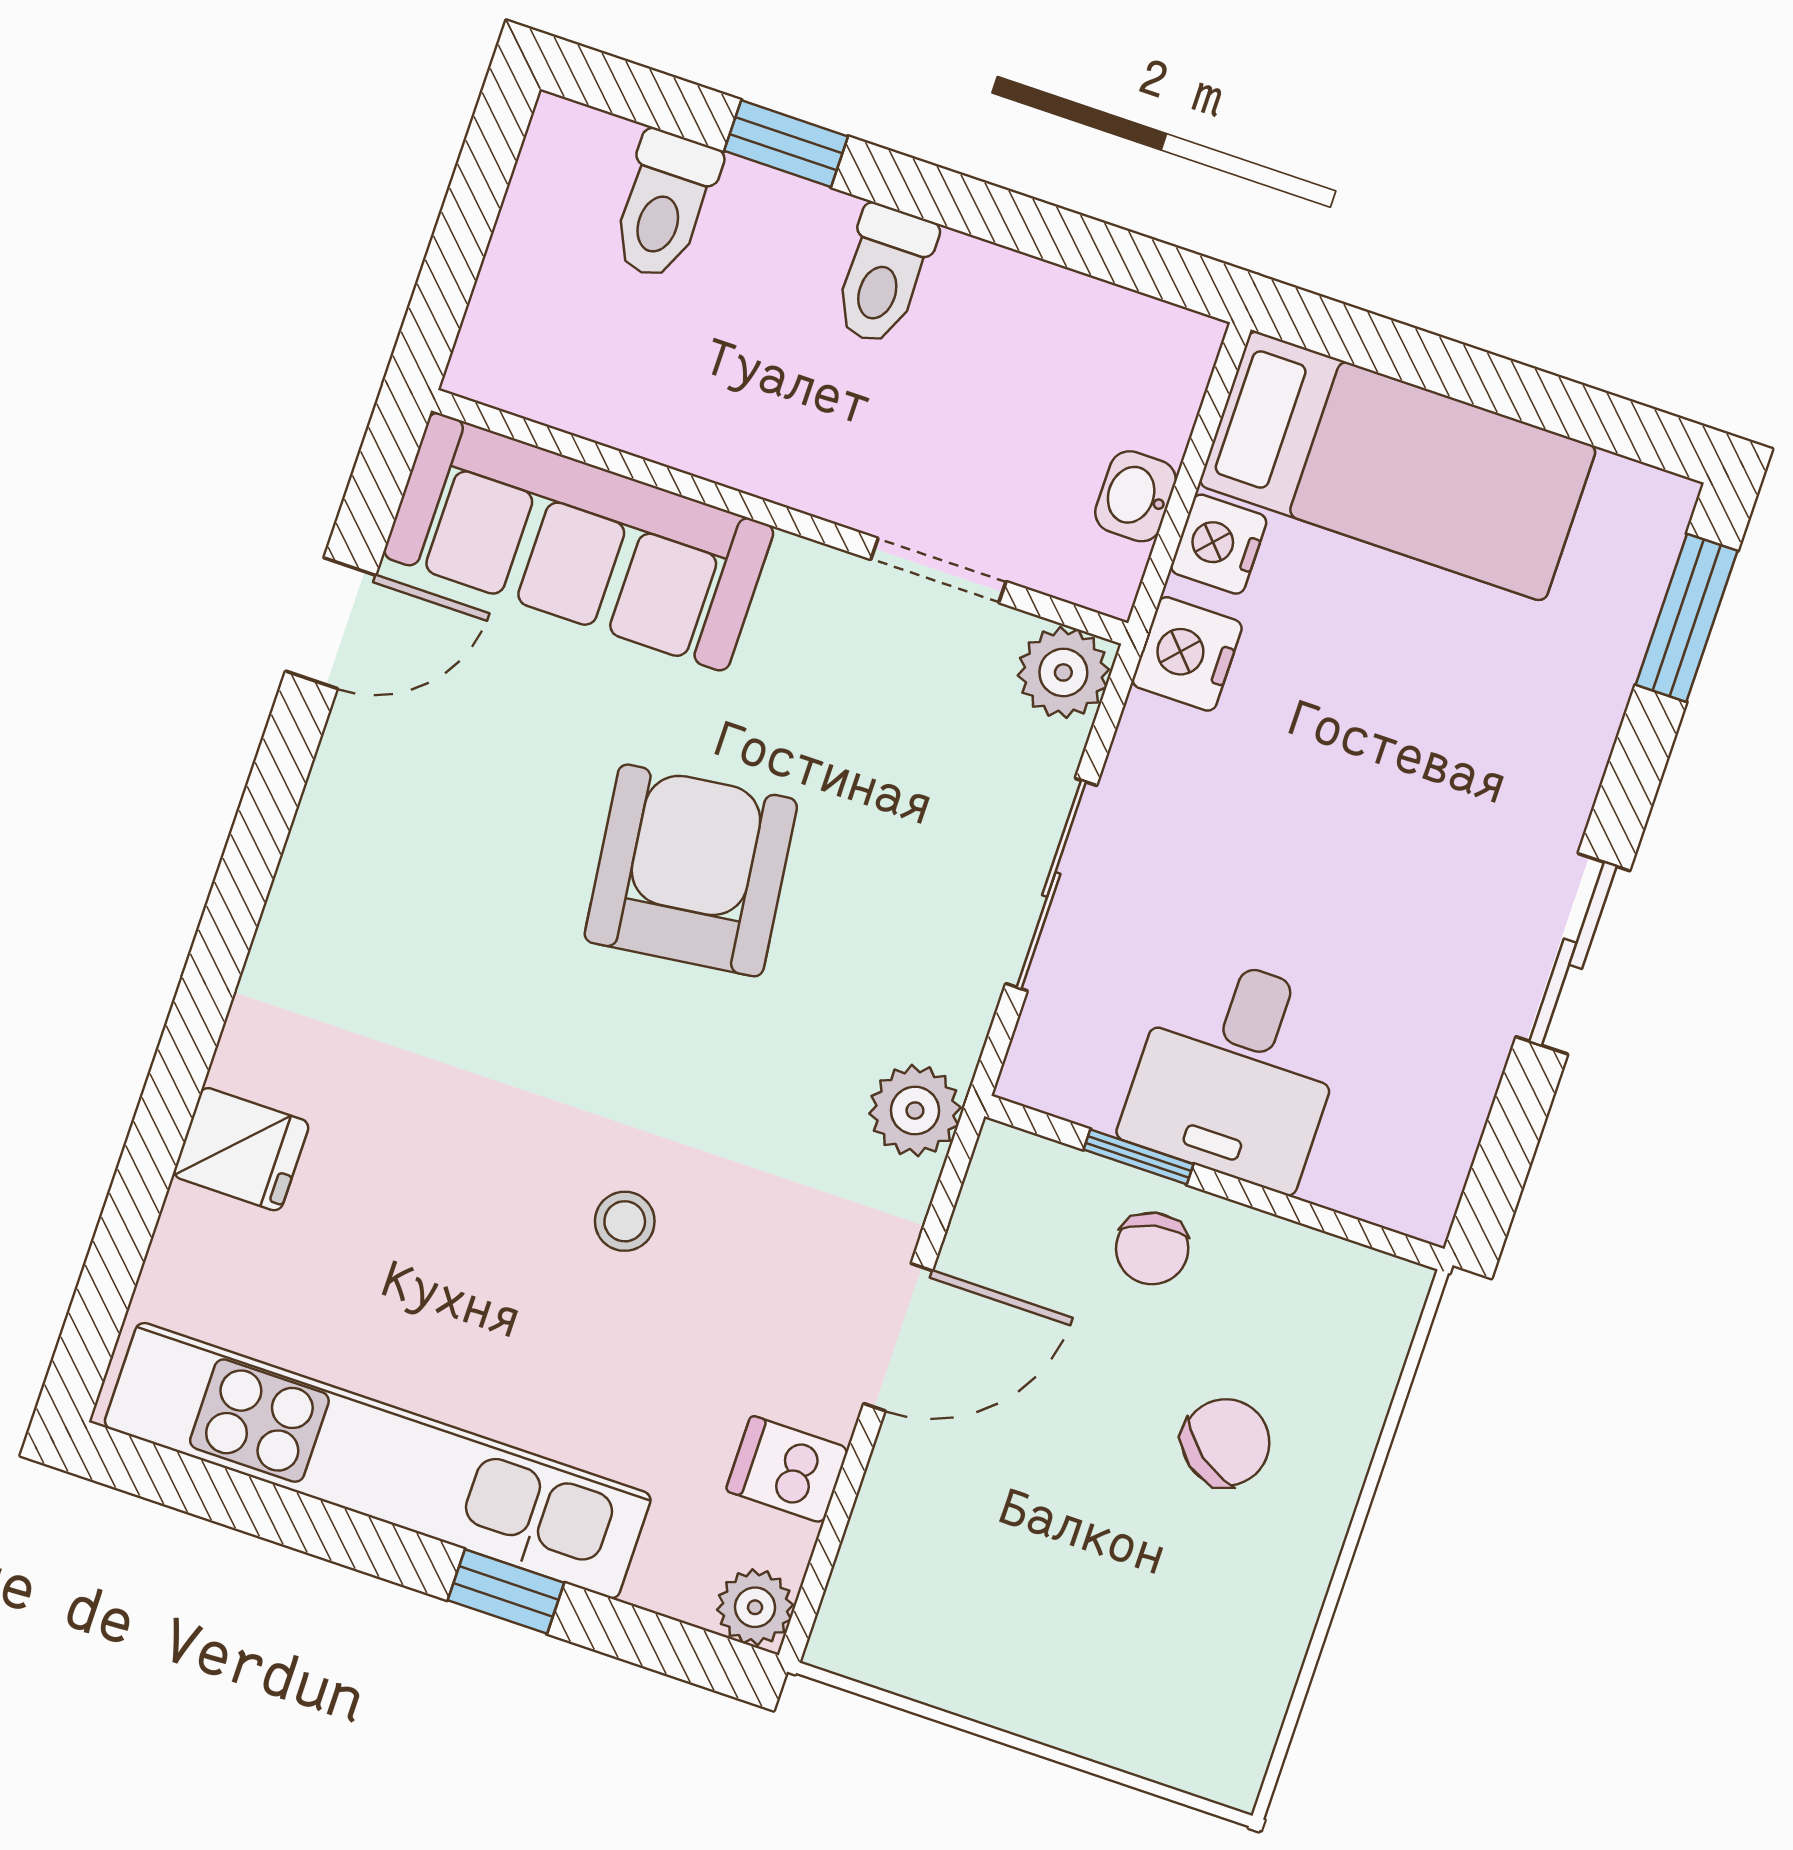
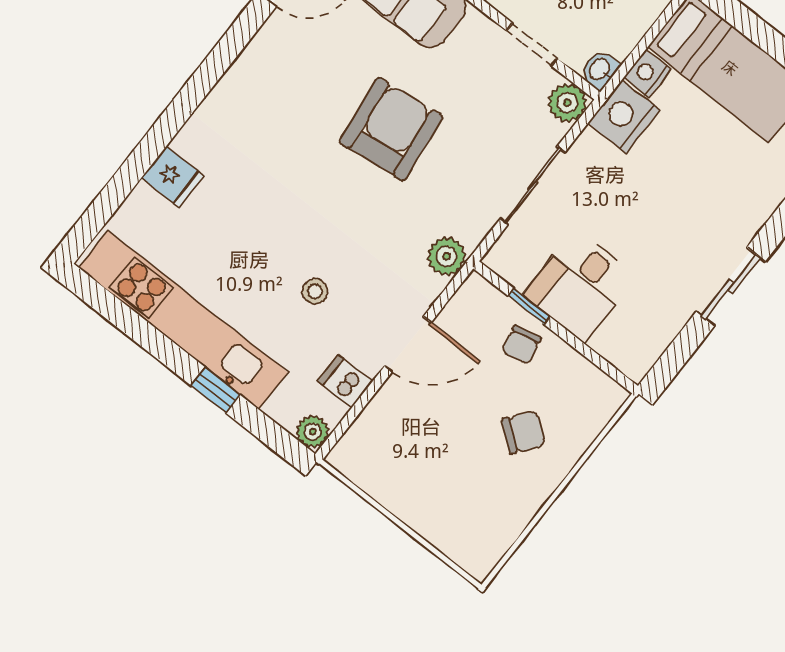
washbasin: (1136, 496) -> (600, 70), moved
nightstand: (1187, 654) -> (624, 117), width x1.36, depth x1.33
stool: (625, 1221) -> (315, 291), moved

